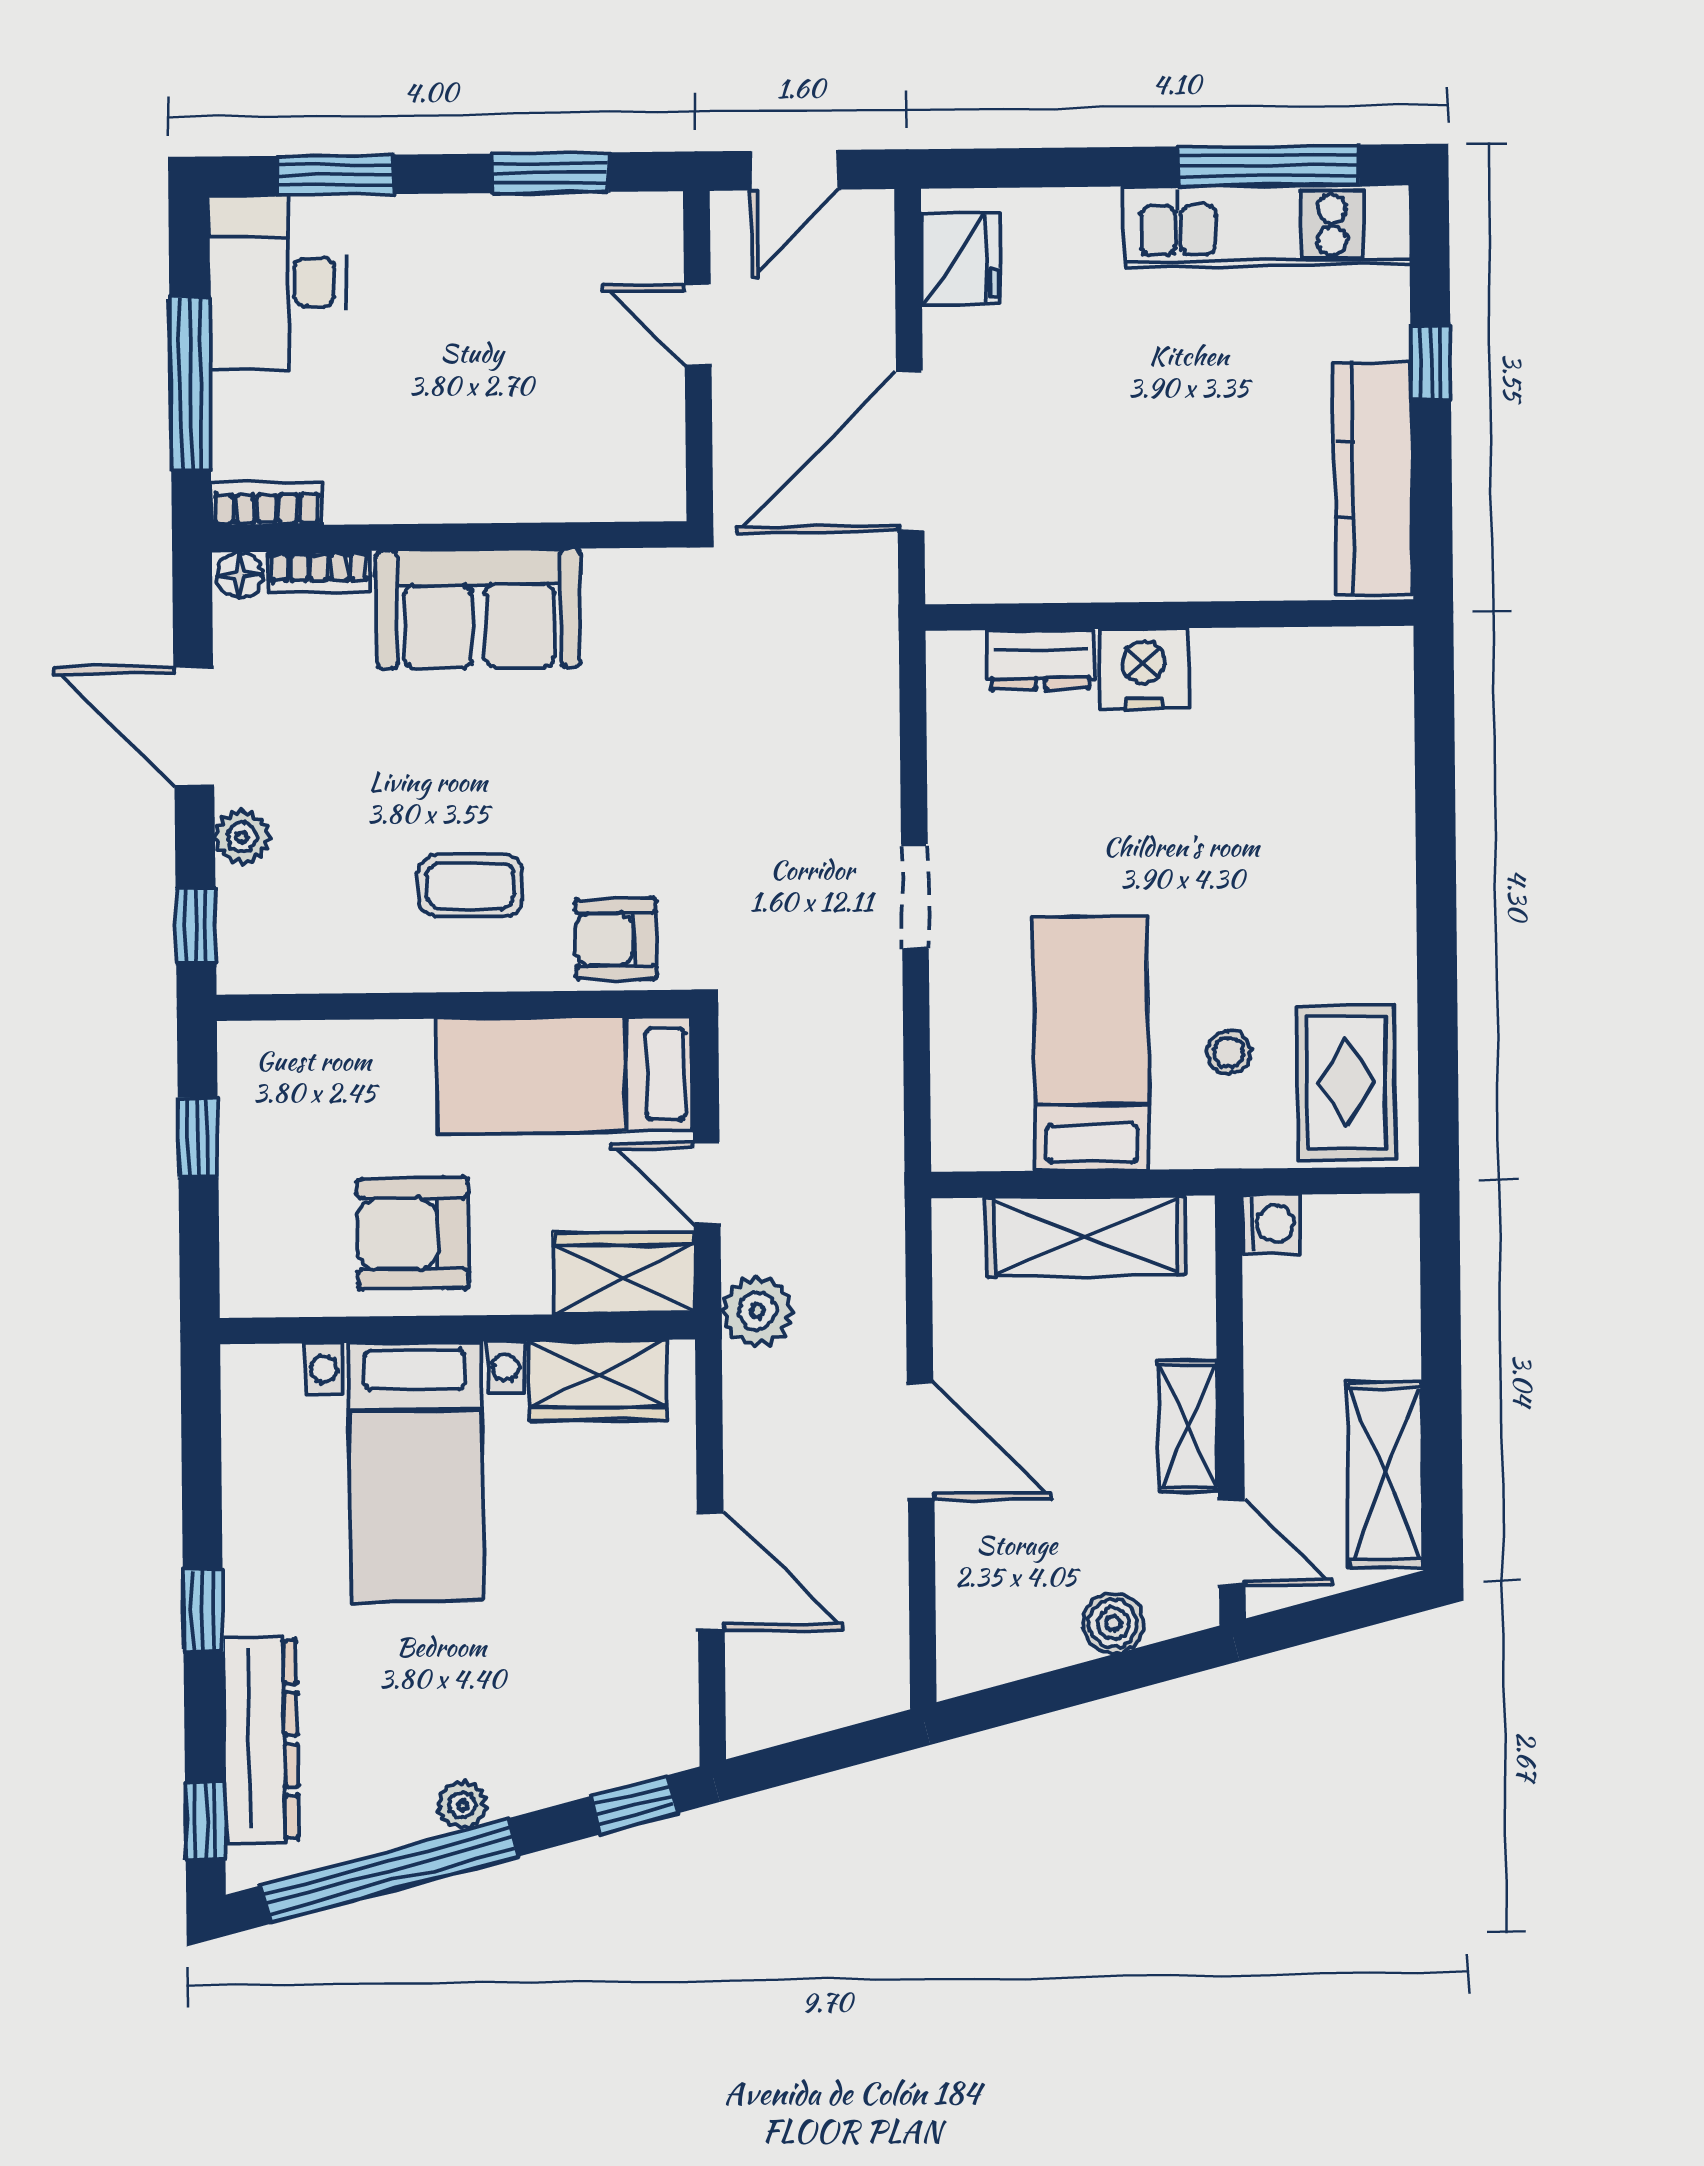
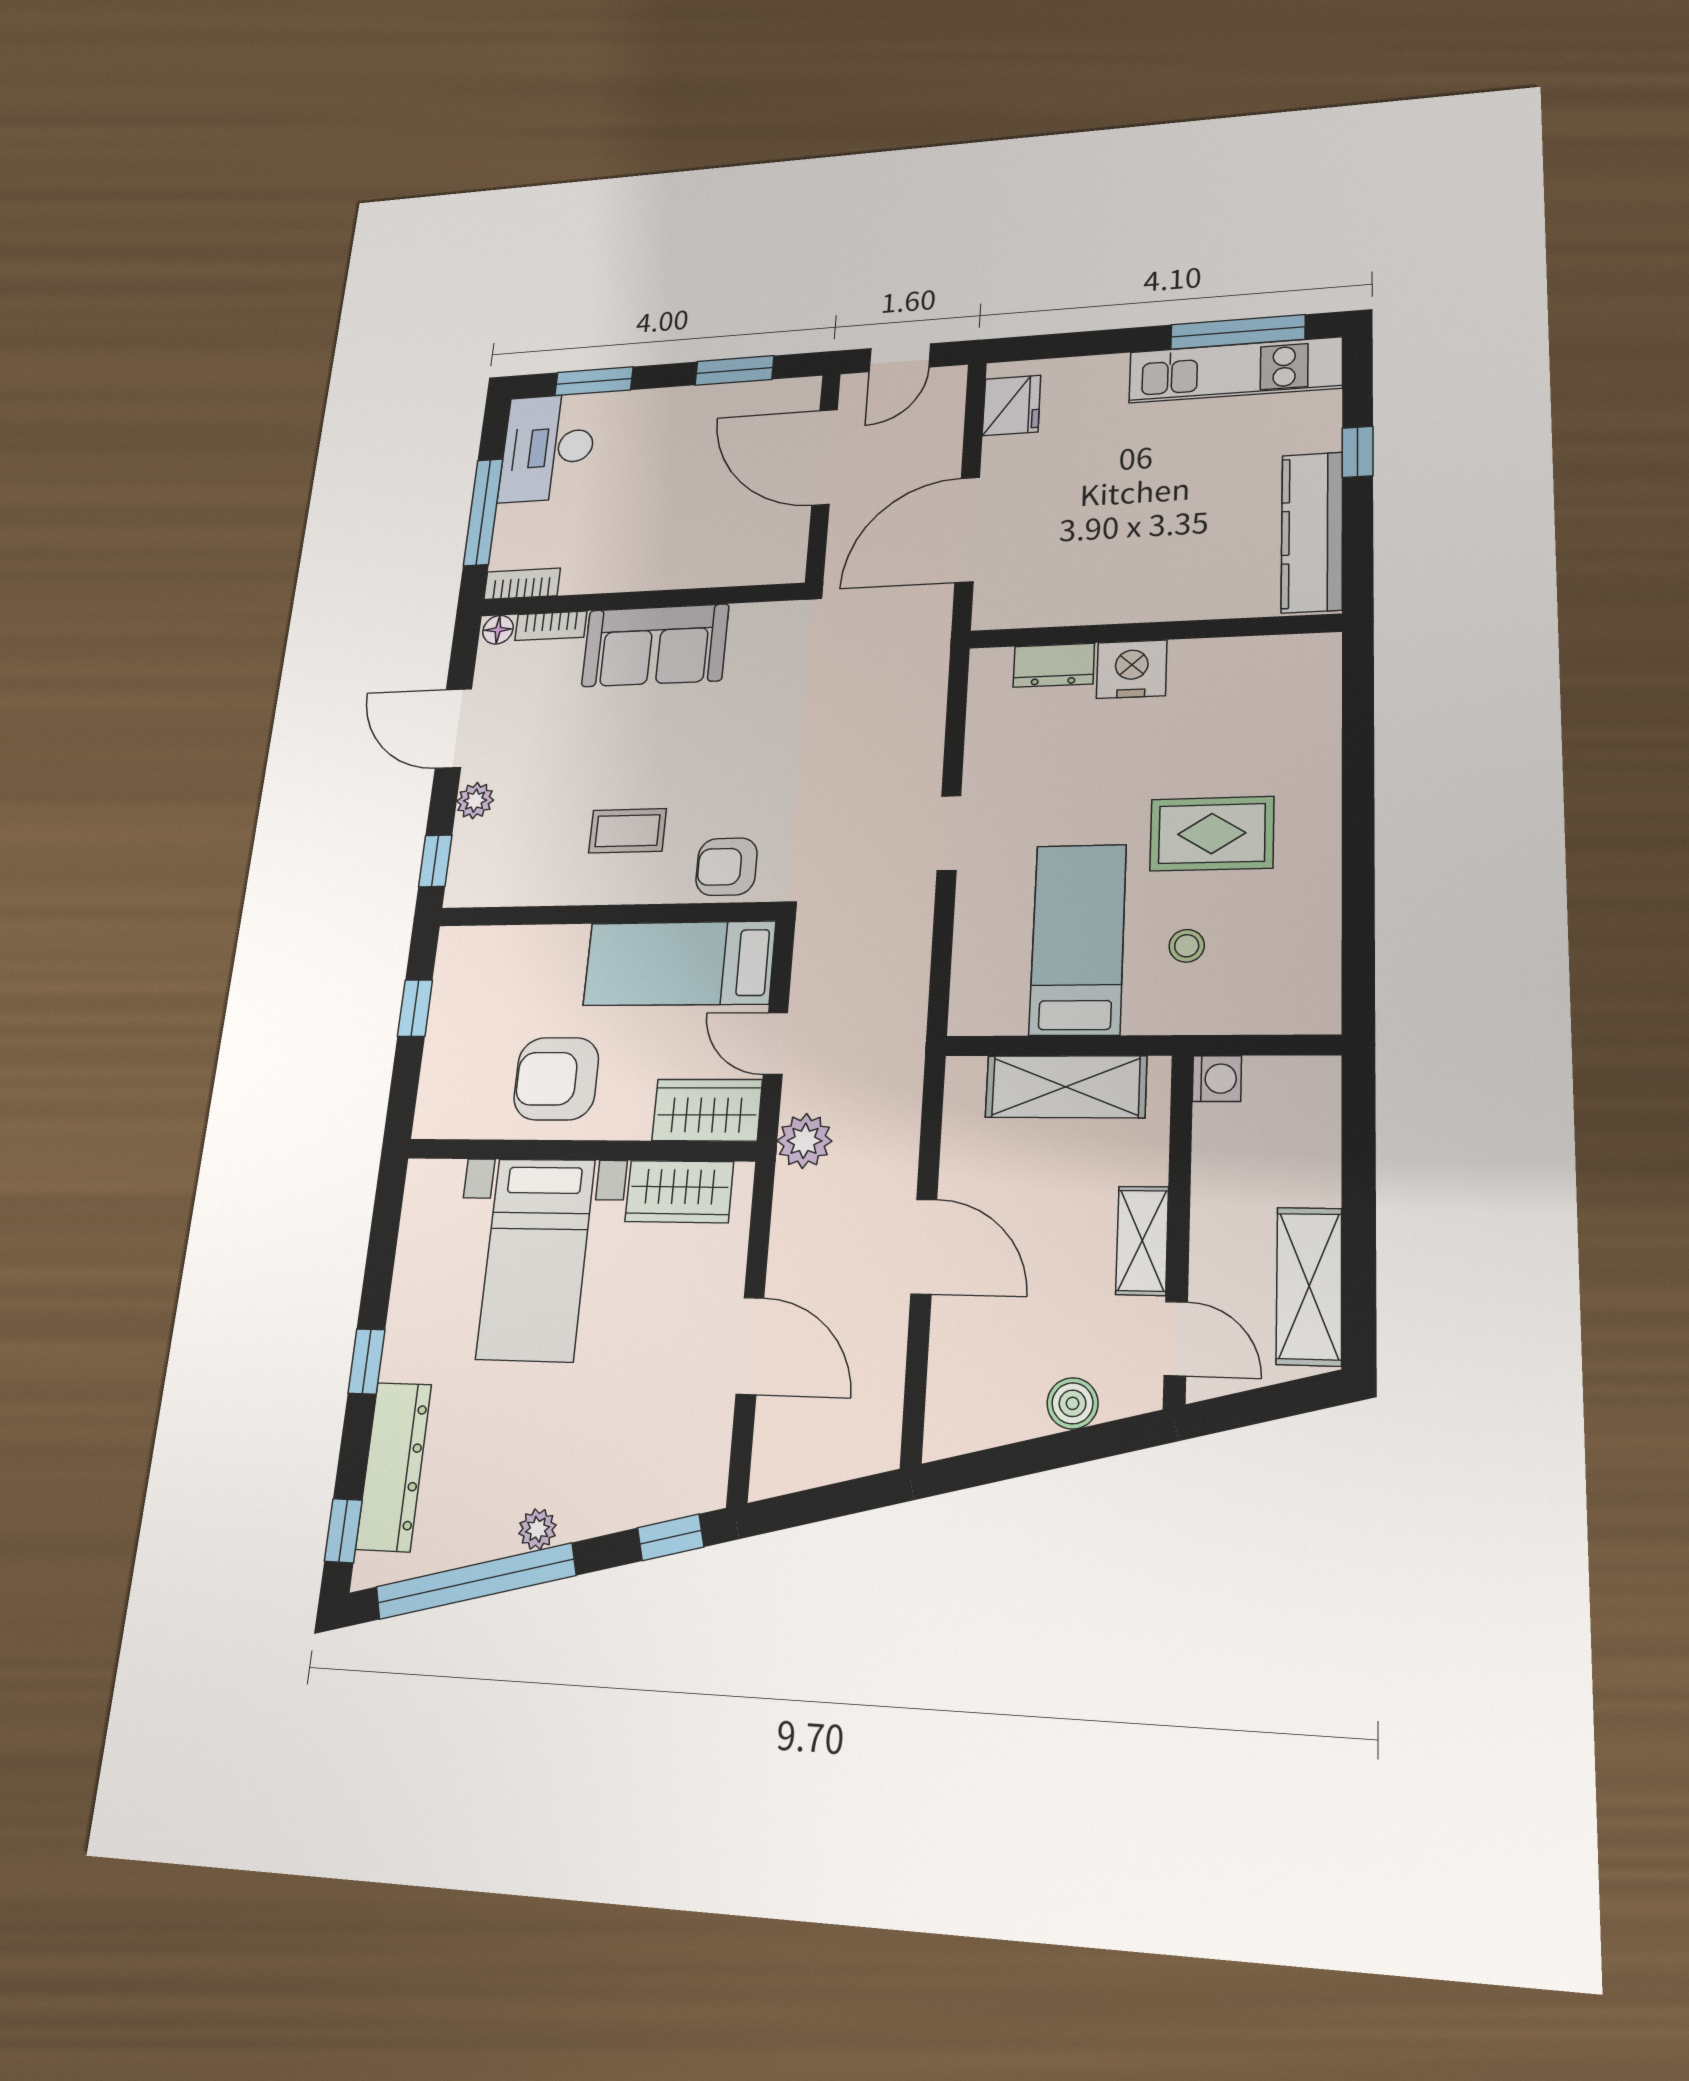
door: (698, 325) -> (825, 457), width x1.88
rug: (1346, 1083) -> (1212, 834), moved, turned 90

